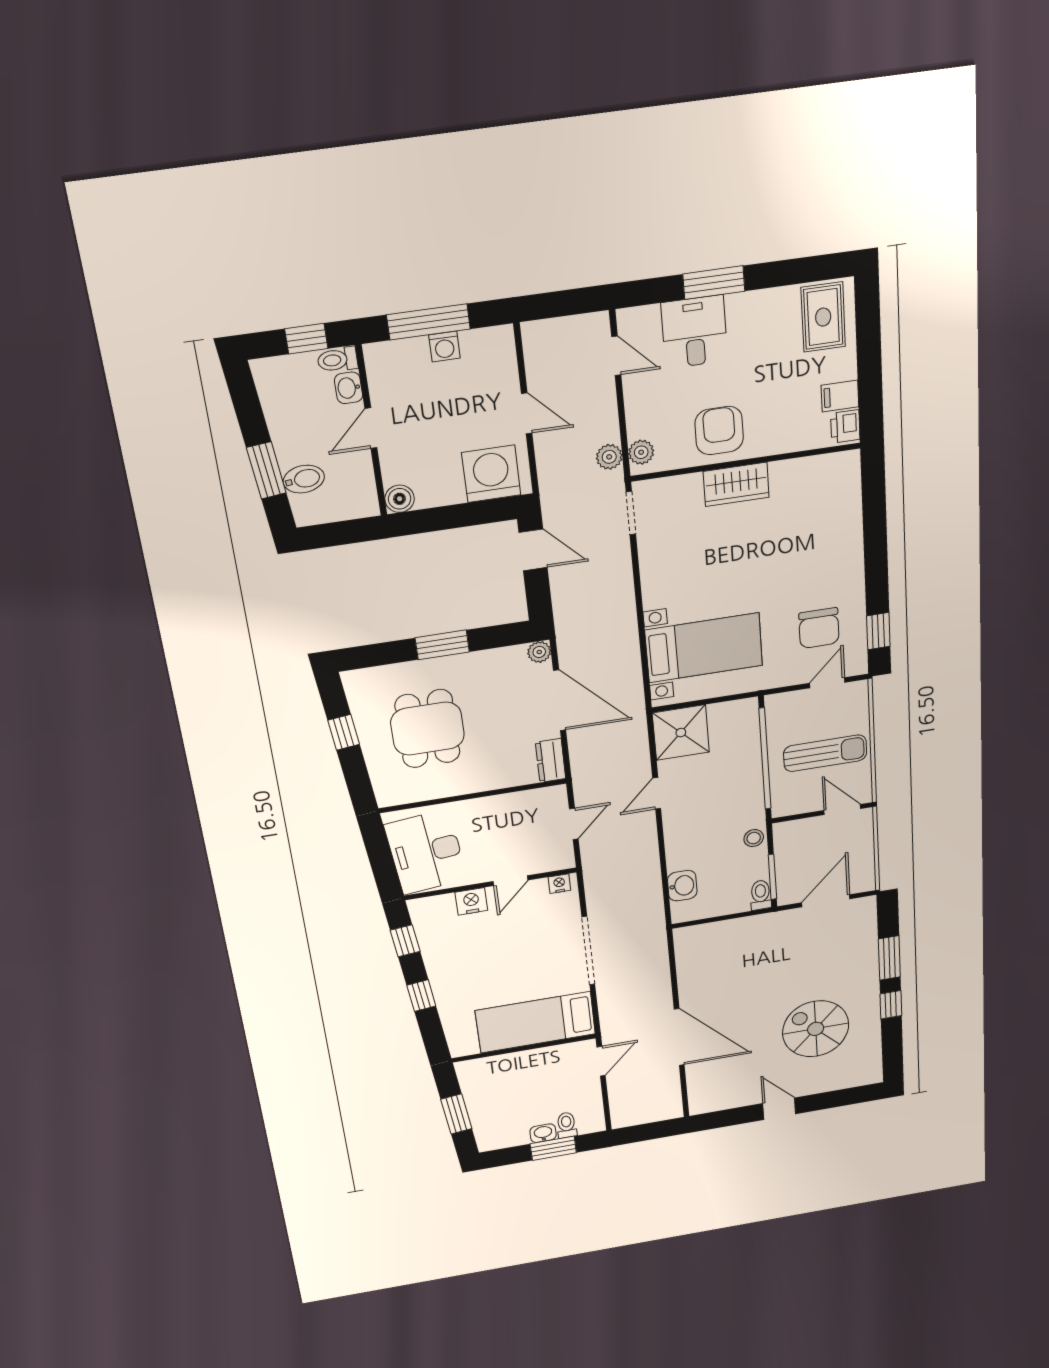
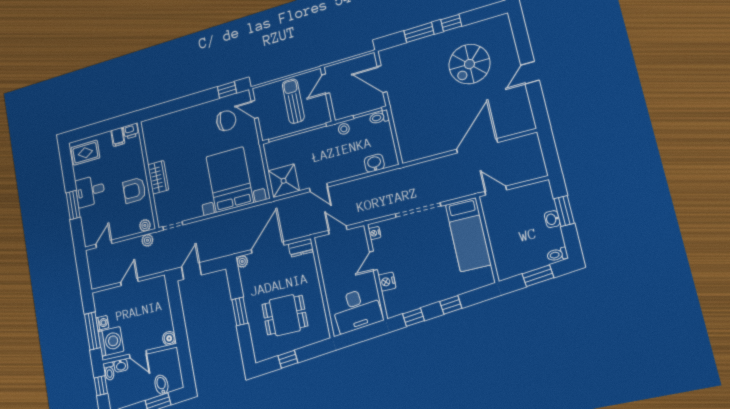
desk: (694, 332) -> (90, 191), moved
washing machine: (491, 474) -> (111, 341), moved, turned 180
bed with nightstands: (704, 648) -> (230, 180), width x1.36
door: (510, 881) -> (373, 261), swing flipped
toilet: (567, 1125) -> (557, 254), moved

